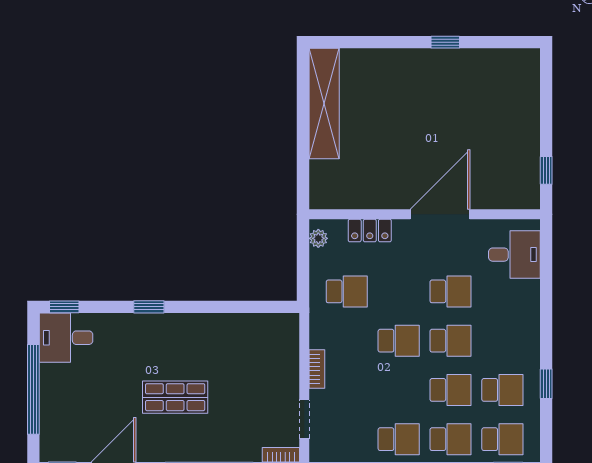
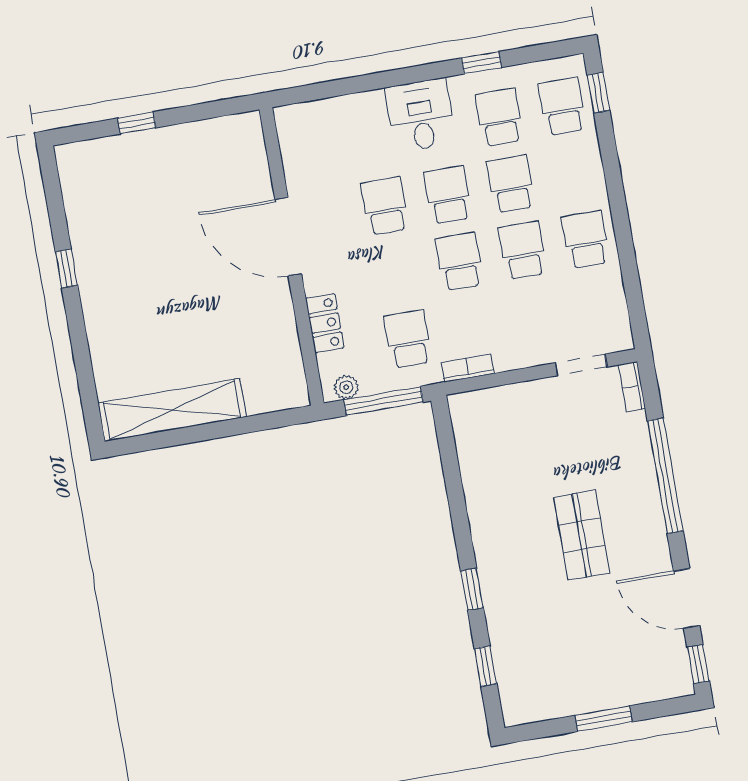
window: (546, 170) -> (137, 123), moved
desk: (514, 255) -> (421, 115), moved
window: (303, 265) -> (383, 401), added
window: (64, 307) -> (486, 666), moved
desk: (66, 338) -> (530, 688), removed
bookcase: (317, 369) -> (468, 368), moved
window: (33, 389) -> (604, 719), width x0.47
school desk: (451, 439) -> (522, 250), moved

